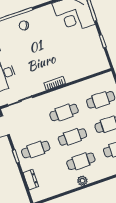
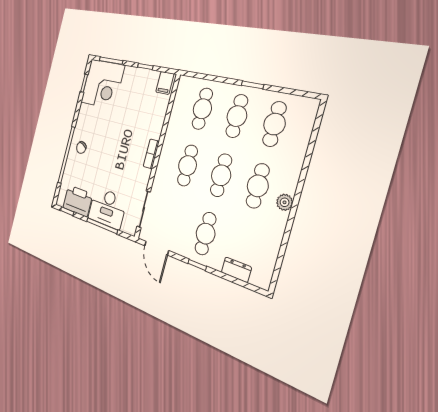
filing cabinet: (101, 63) -> (165, 83), added

